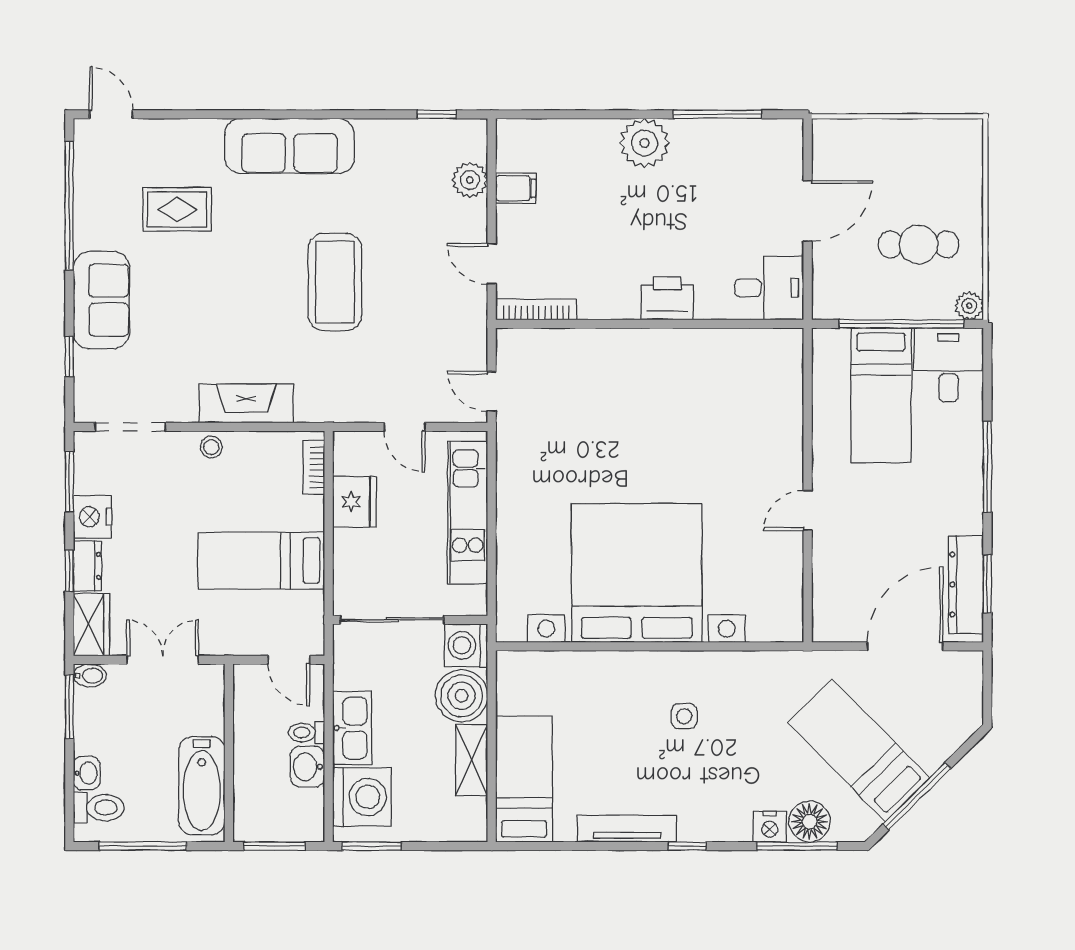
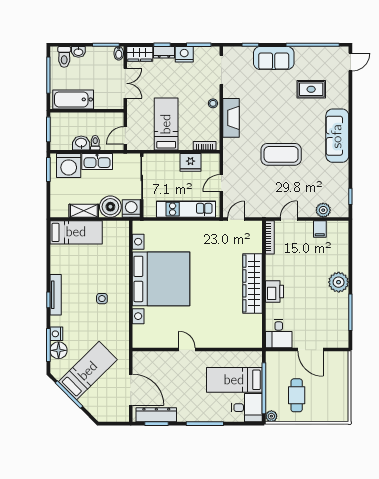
rug: (177, 209) -> (311, 89), turned 90
wardrobe: (648, 351) -> (253, 283), added
tv unit: (627, 829) -> (56, 295), moved

